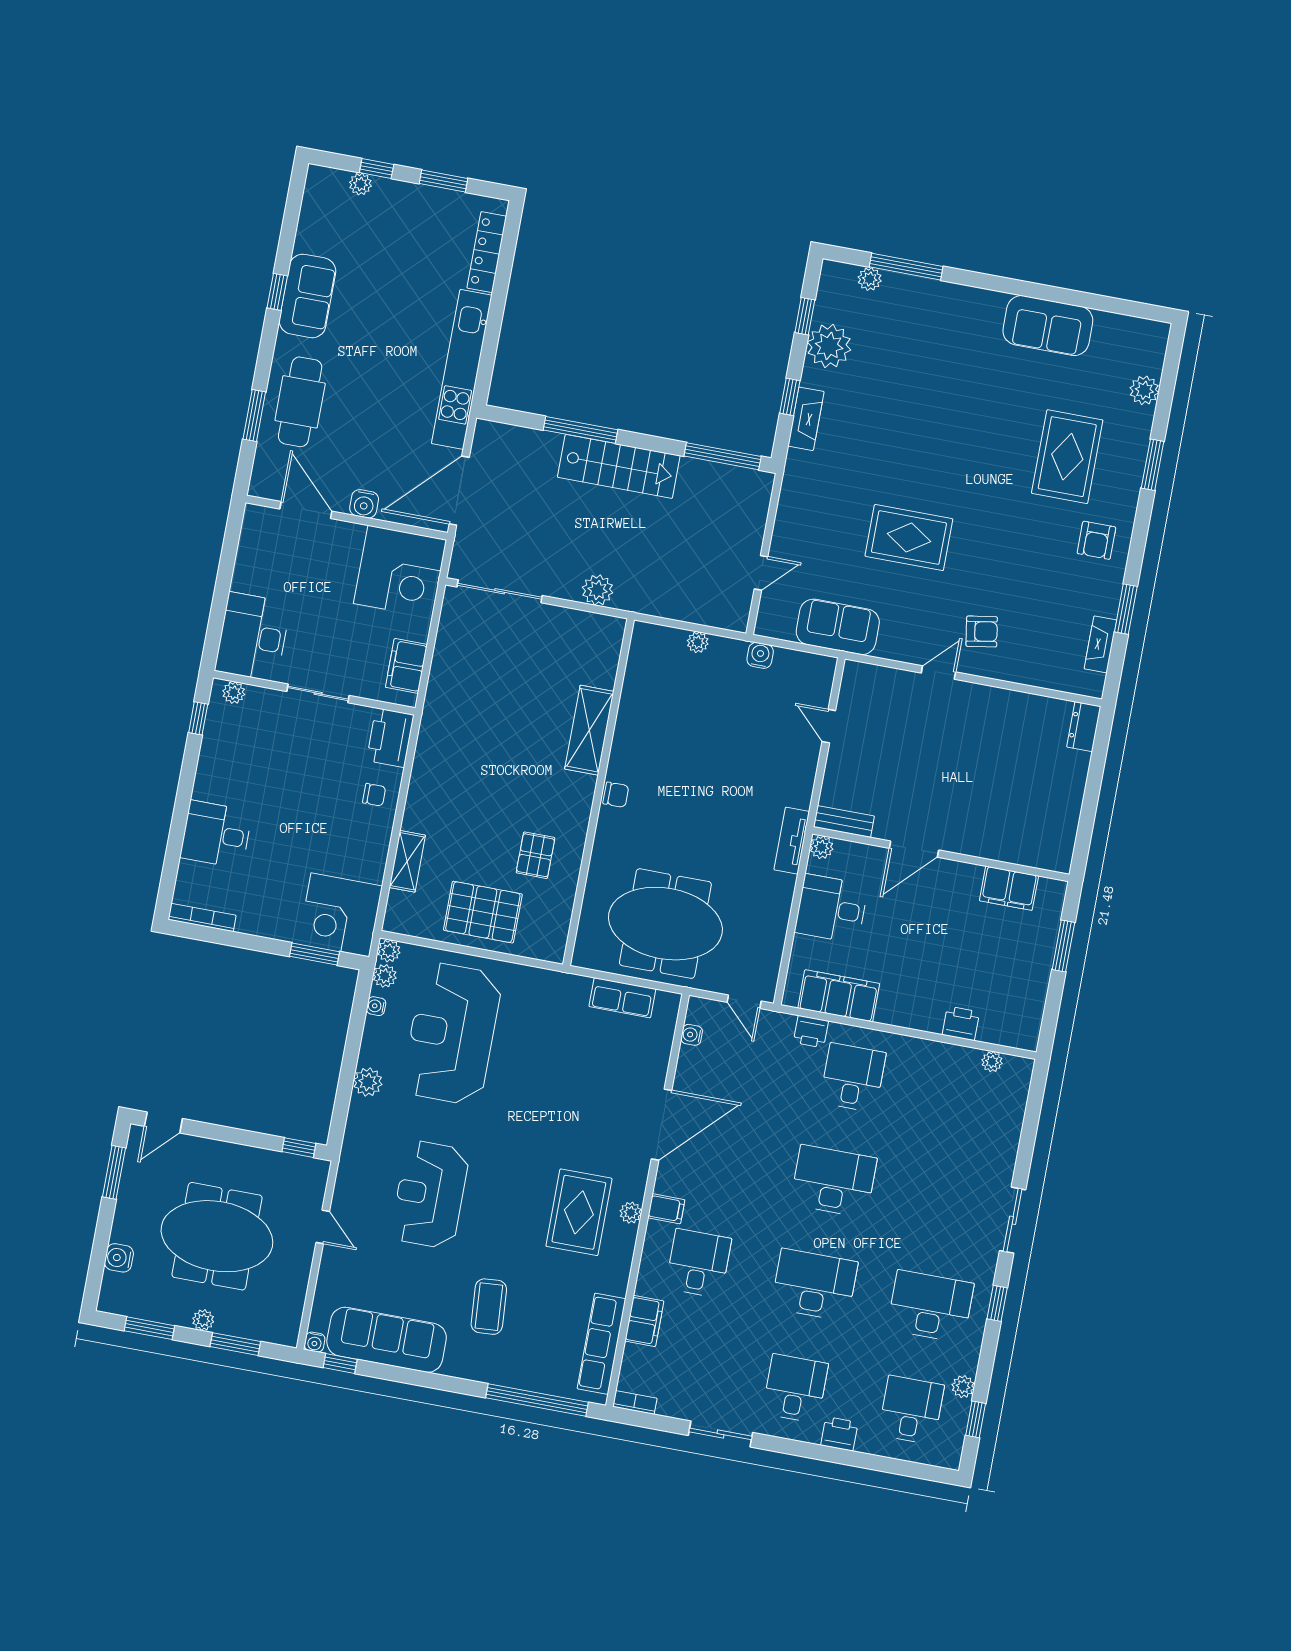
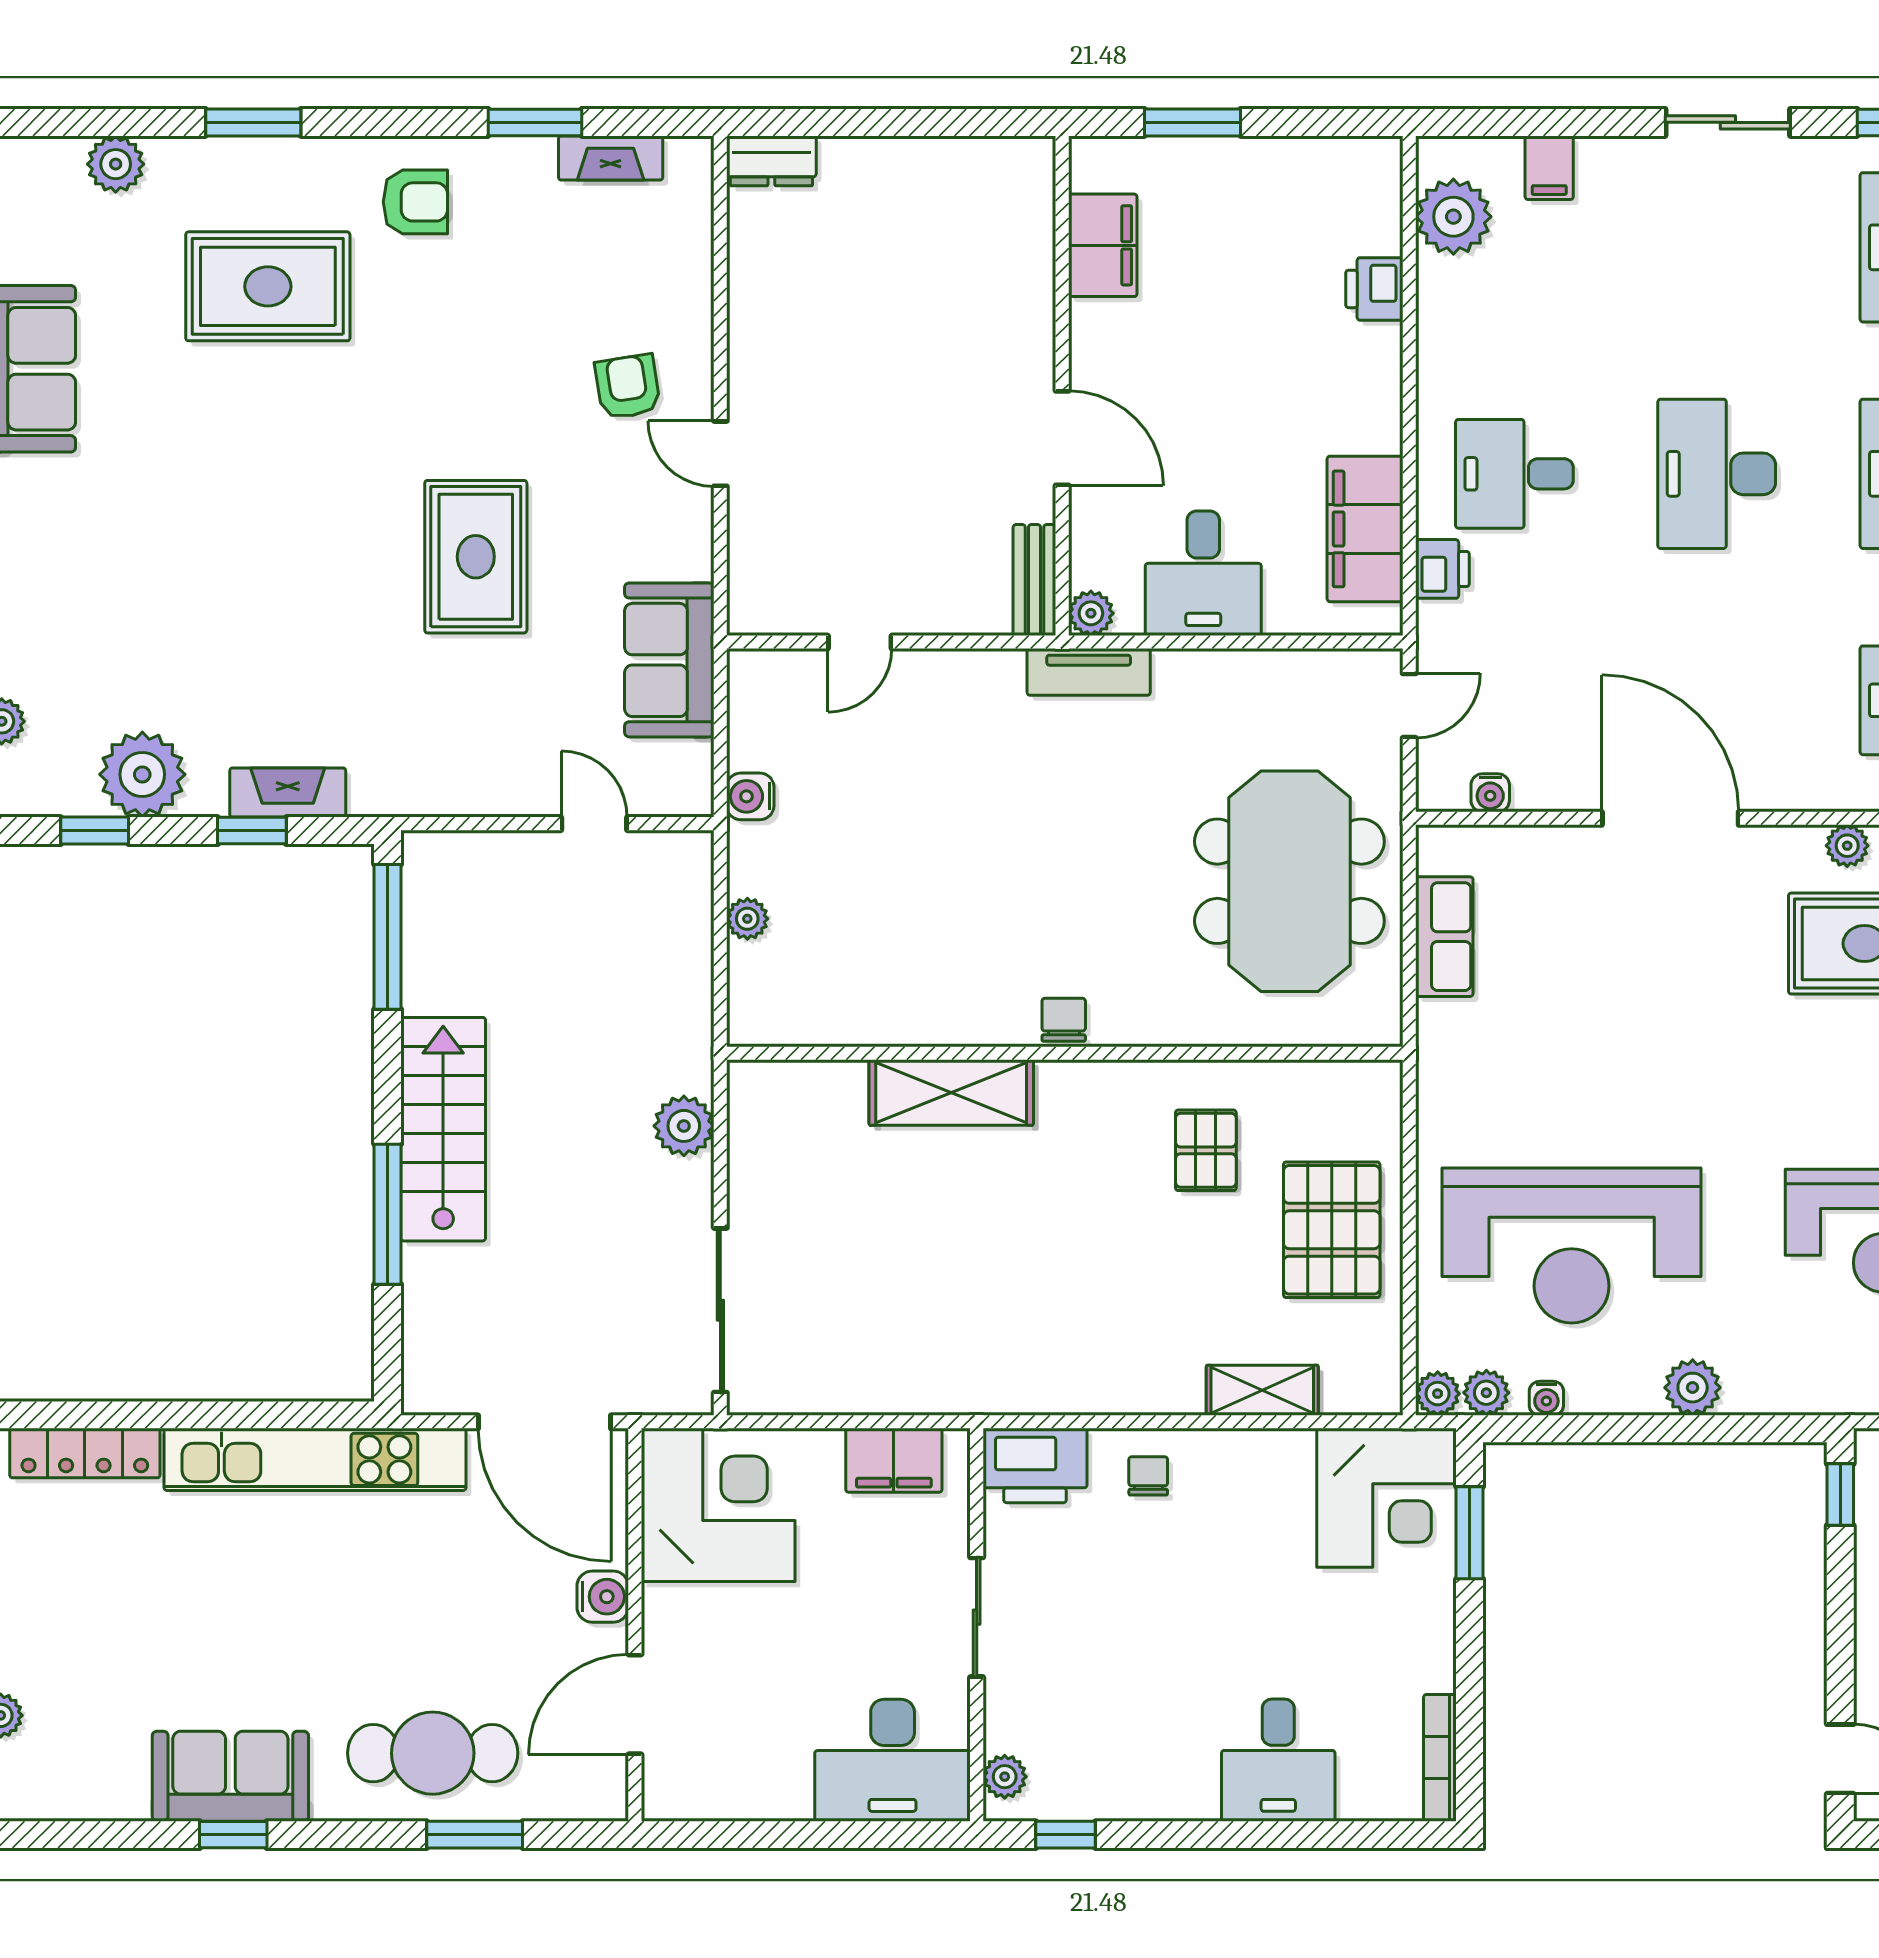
pallet: (536, 855) -> (1206, 1150), turned 90
plant: (992, 1062) -> (1453, 217), width x1.88, depth x1.88
filing cabinet: (666, 1209) -> (1549, 168), moved, turned 180

